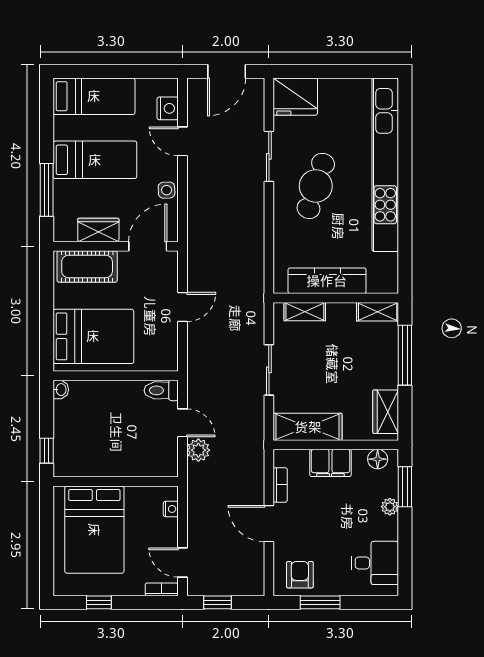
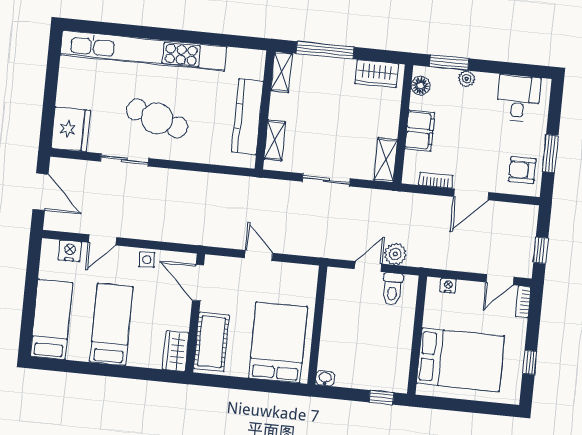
window: (47, 190) -> (135, 373), removed
wardrobe: (98, 230) -> (176, 351), moved
toilet: (161, 390) -> (392, 289), moved
shelving: (308, 427) -> (386, 160), width x0.67, depth x0.75

